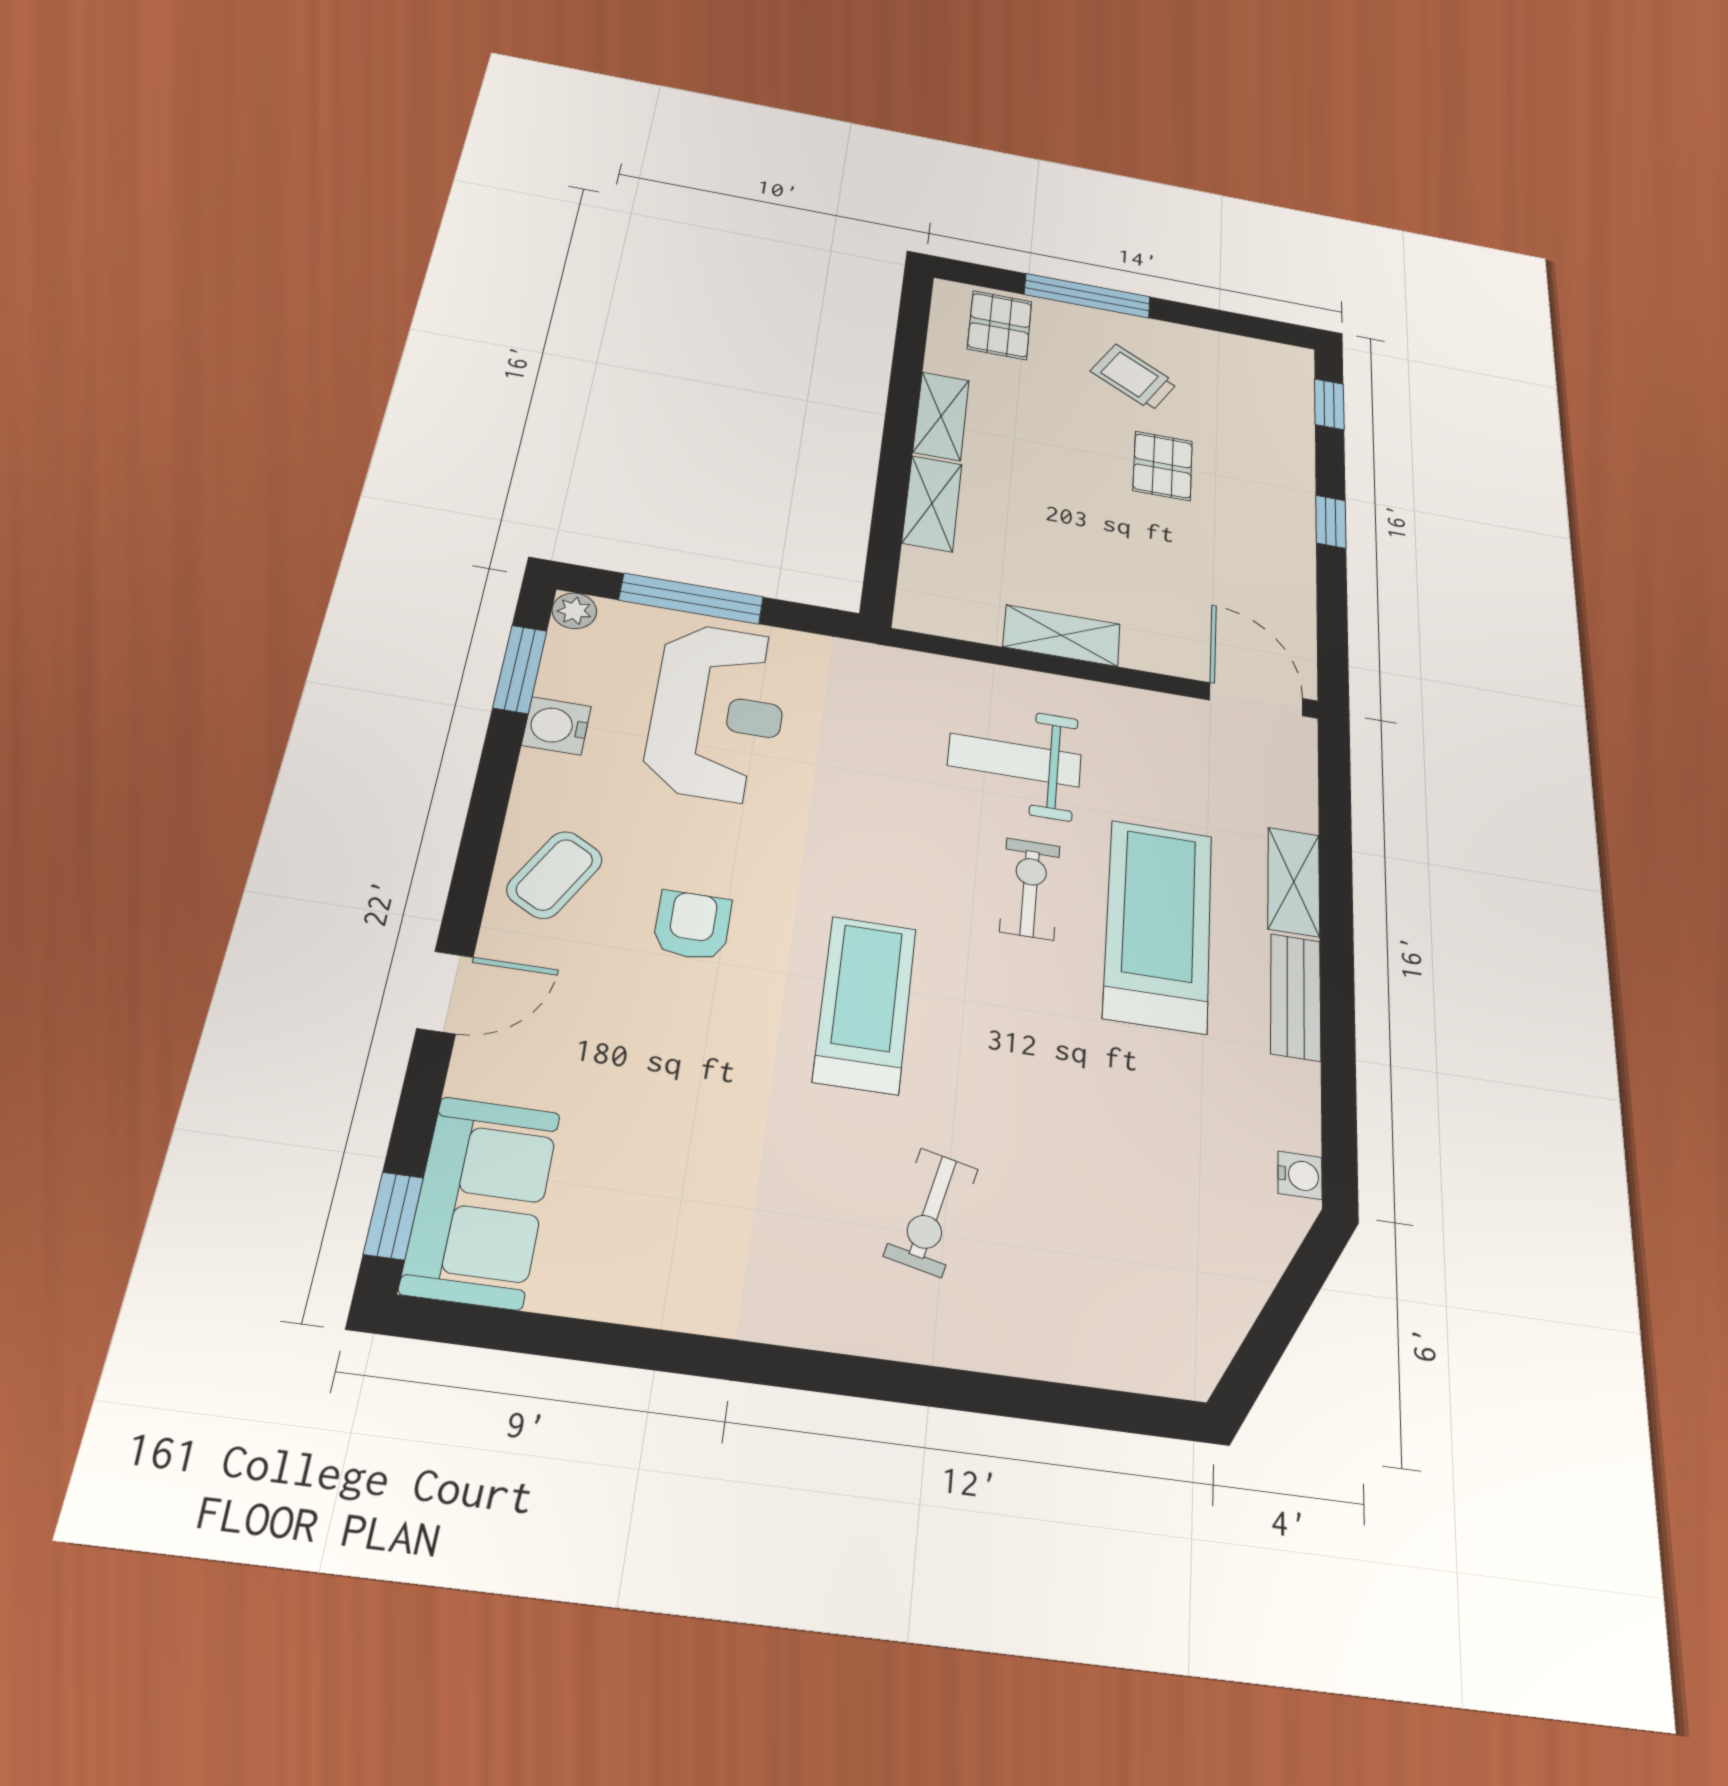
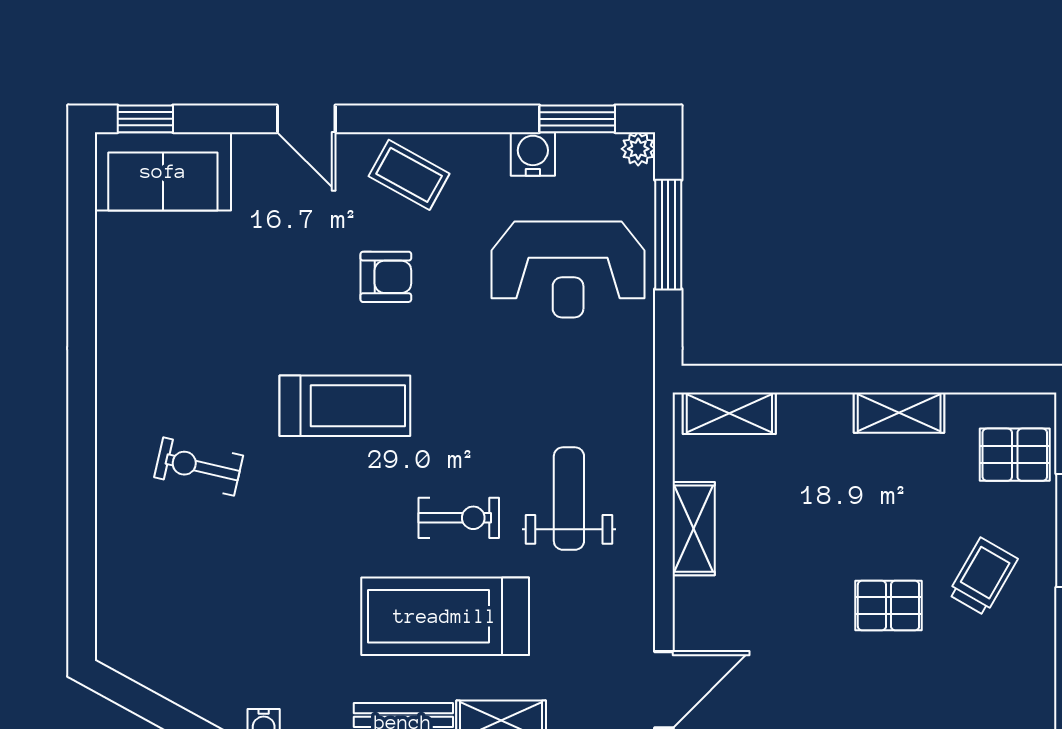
shelving: (932, 503) -> (729, 413), moved
treadmill: (1158, 925) -> (445, 616), turned 180

